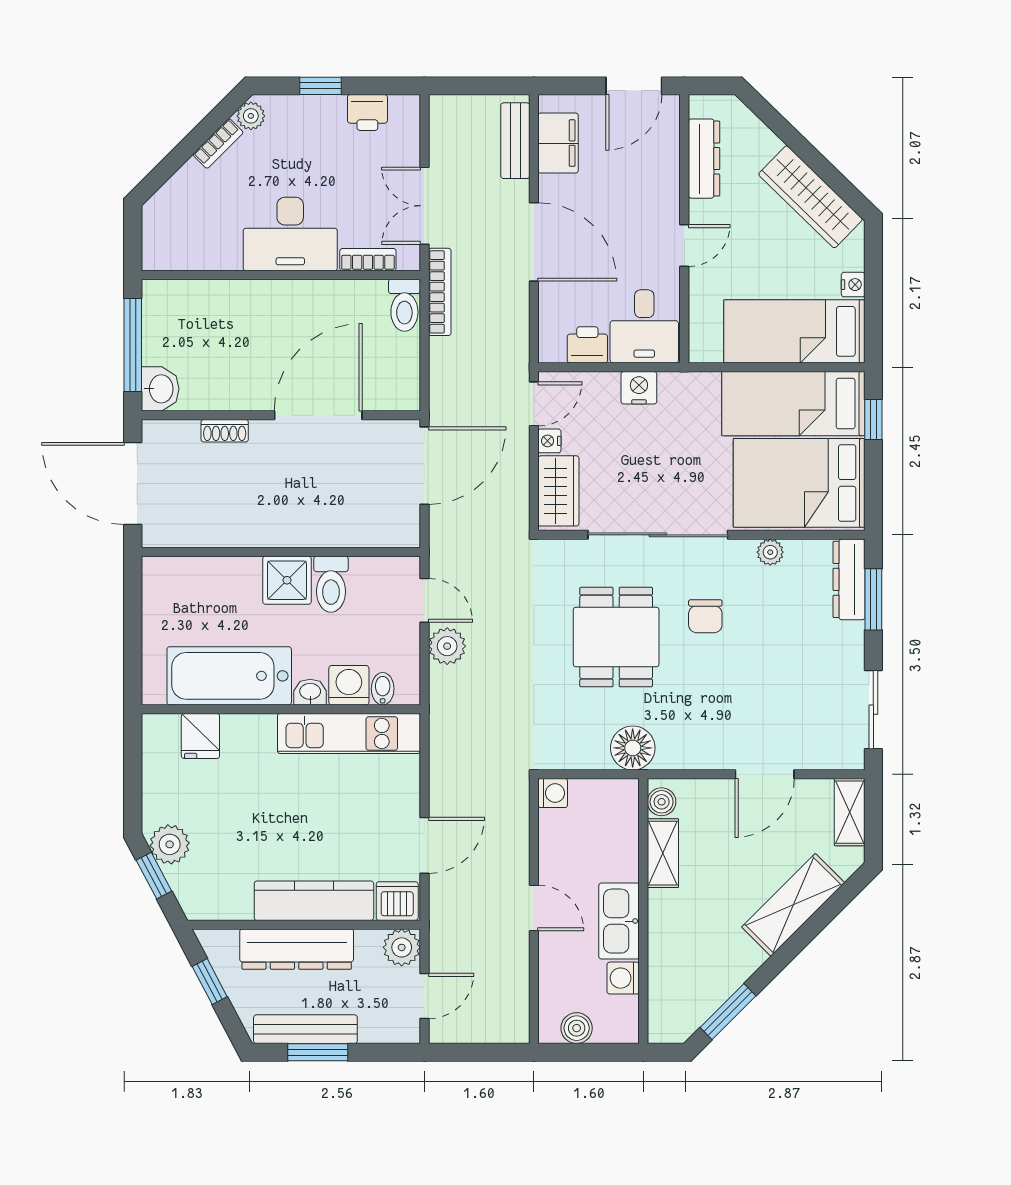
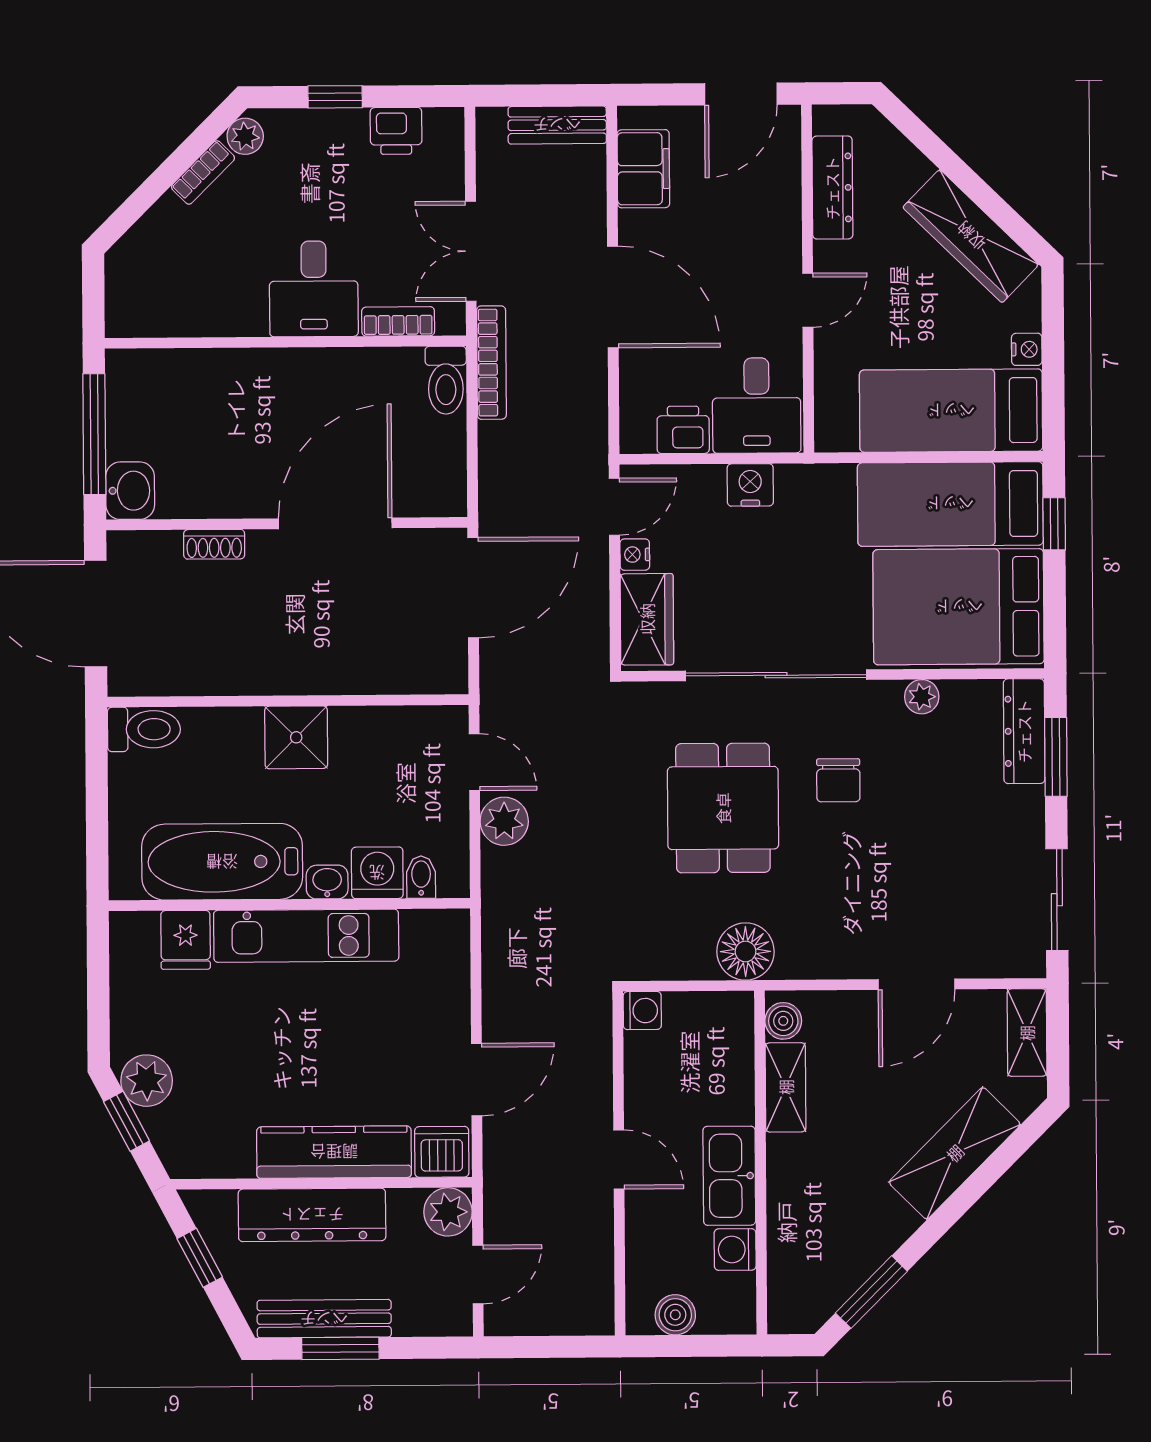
bench: (515, 141) -> (557, 125), moved, turned 90
desk: (290, 234) -> (314, 289), width x0.73
toilet: (331, 584) -> (144, 729), moved, turned -90
kitchen unit: (349, 733) -> (306, 936), moved

